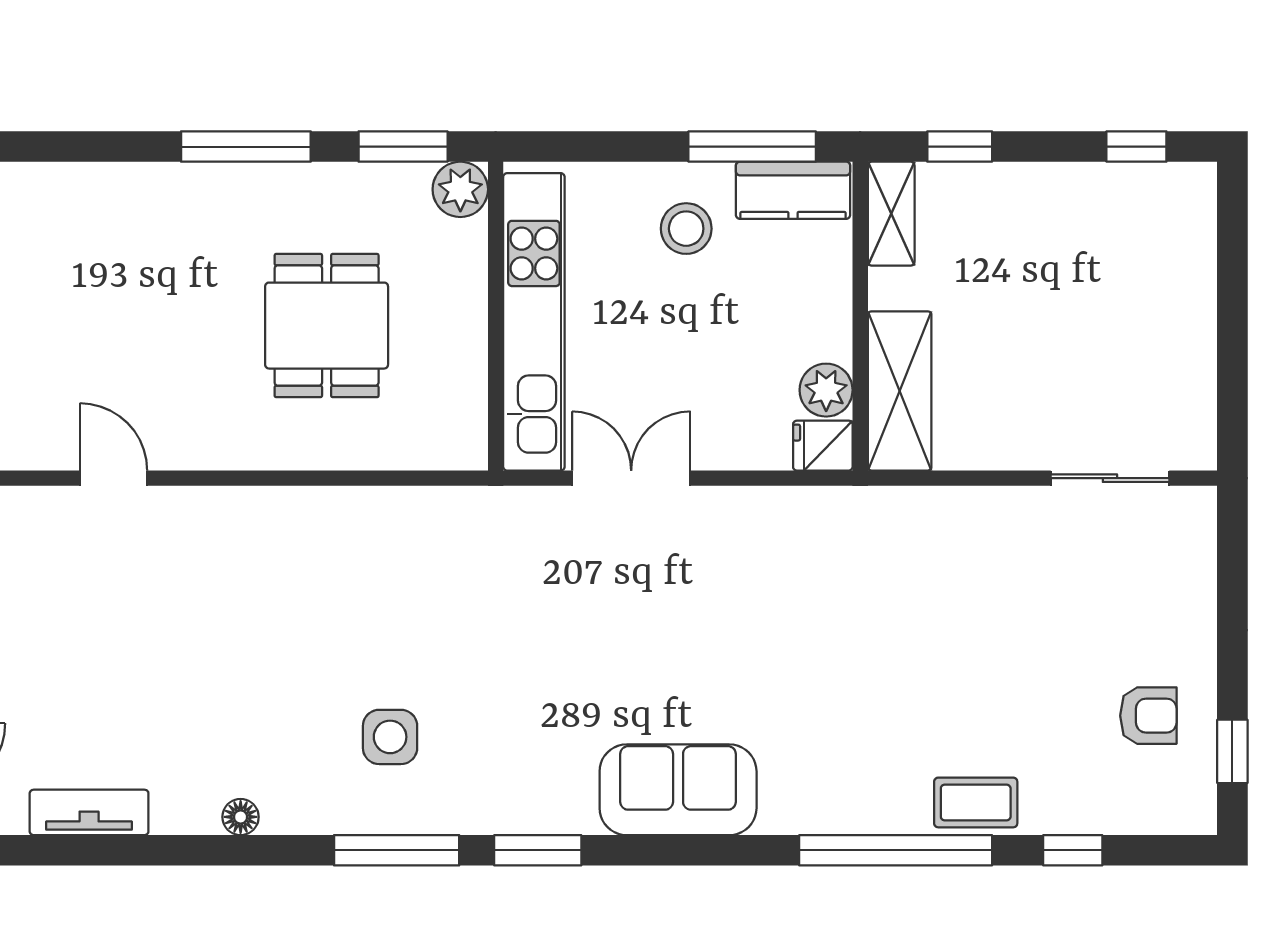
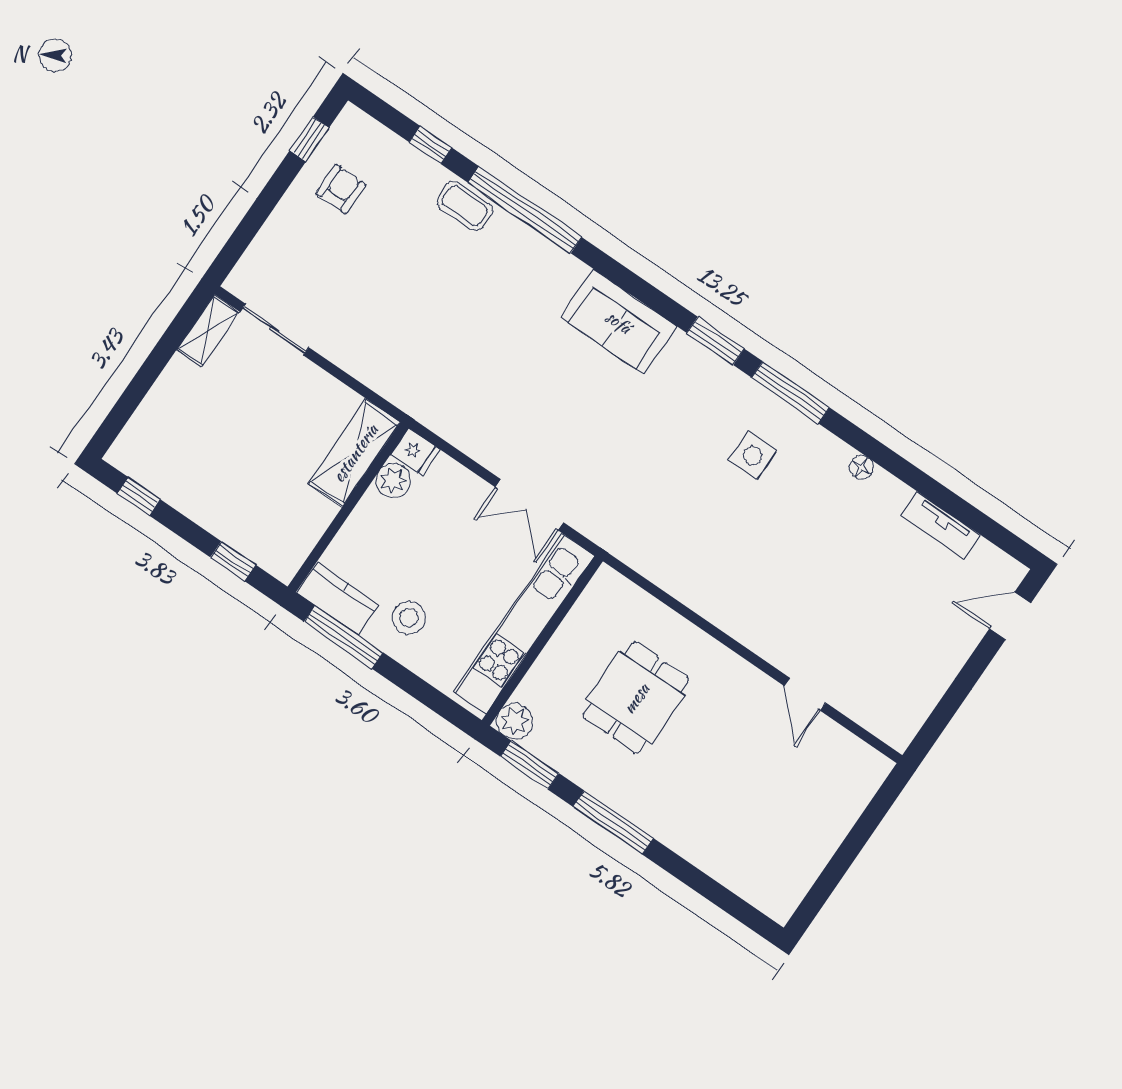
shelving: (891, 214) -> (208, 331), moved
armchair: (1148, 716) -> (341, 189), turned 90

